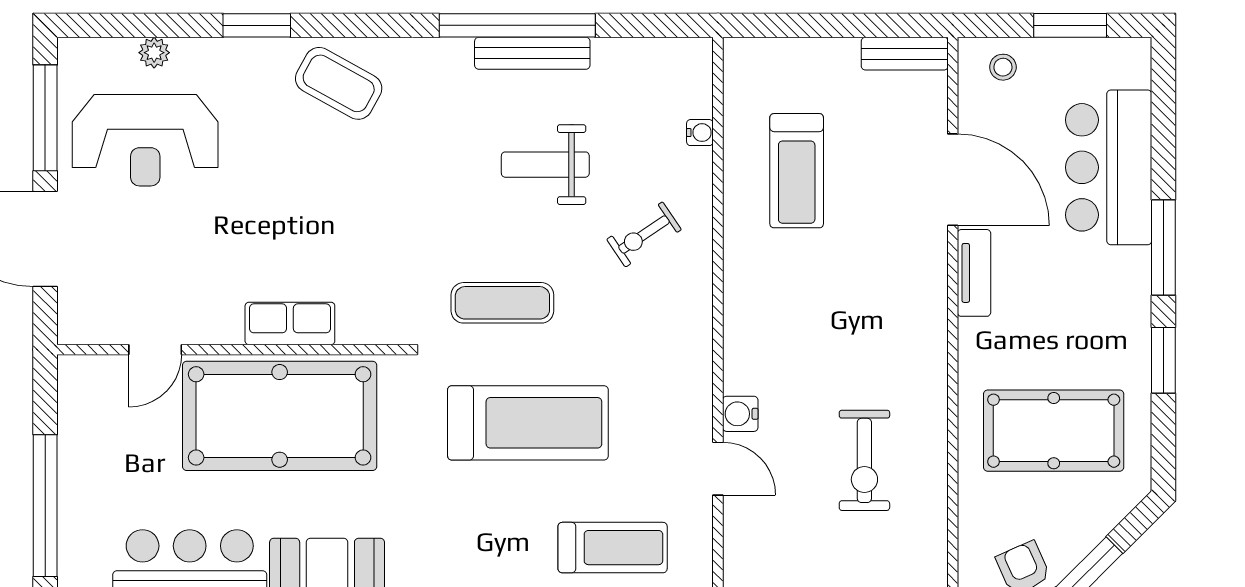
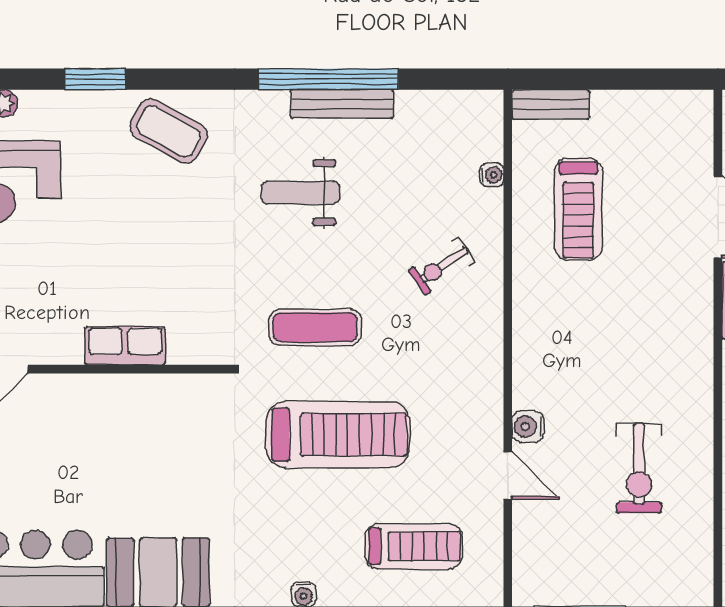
bench: (905, 54) -> (551, 104), moved
weight bench: (545, 165) -> (301, 193), moved
pool table: (280, 416) -> (116, 428), removed

